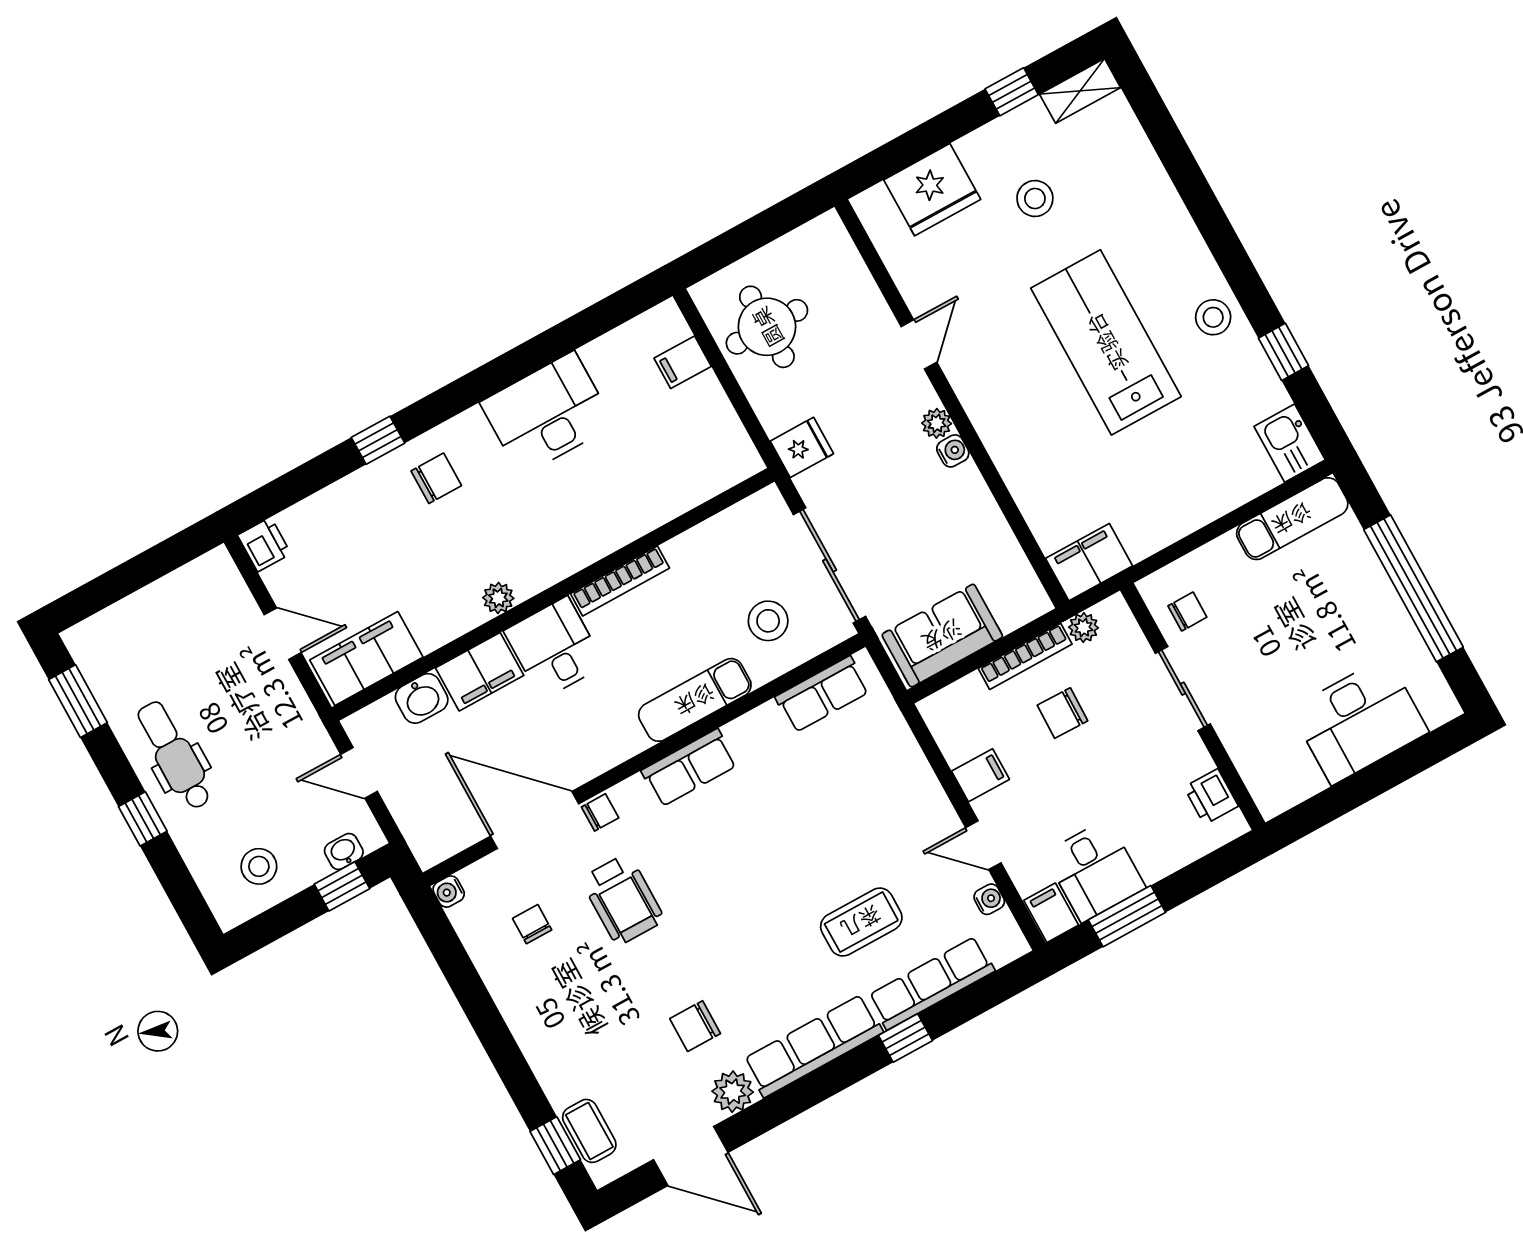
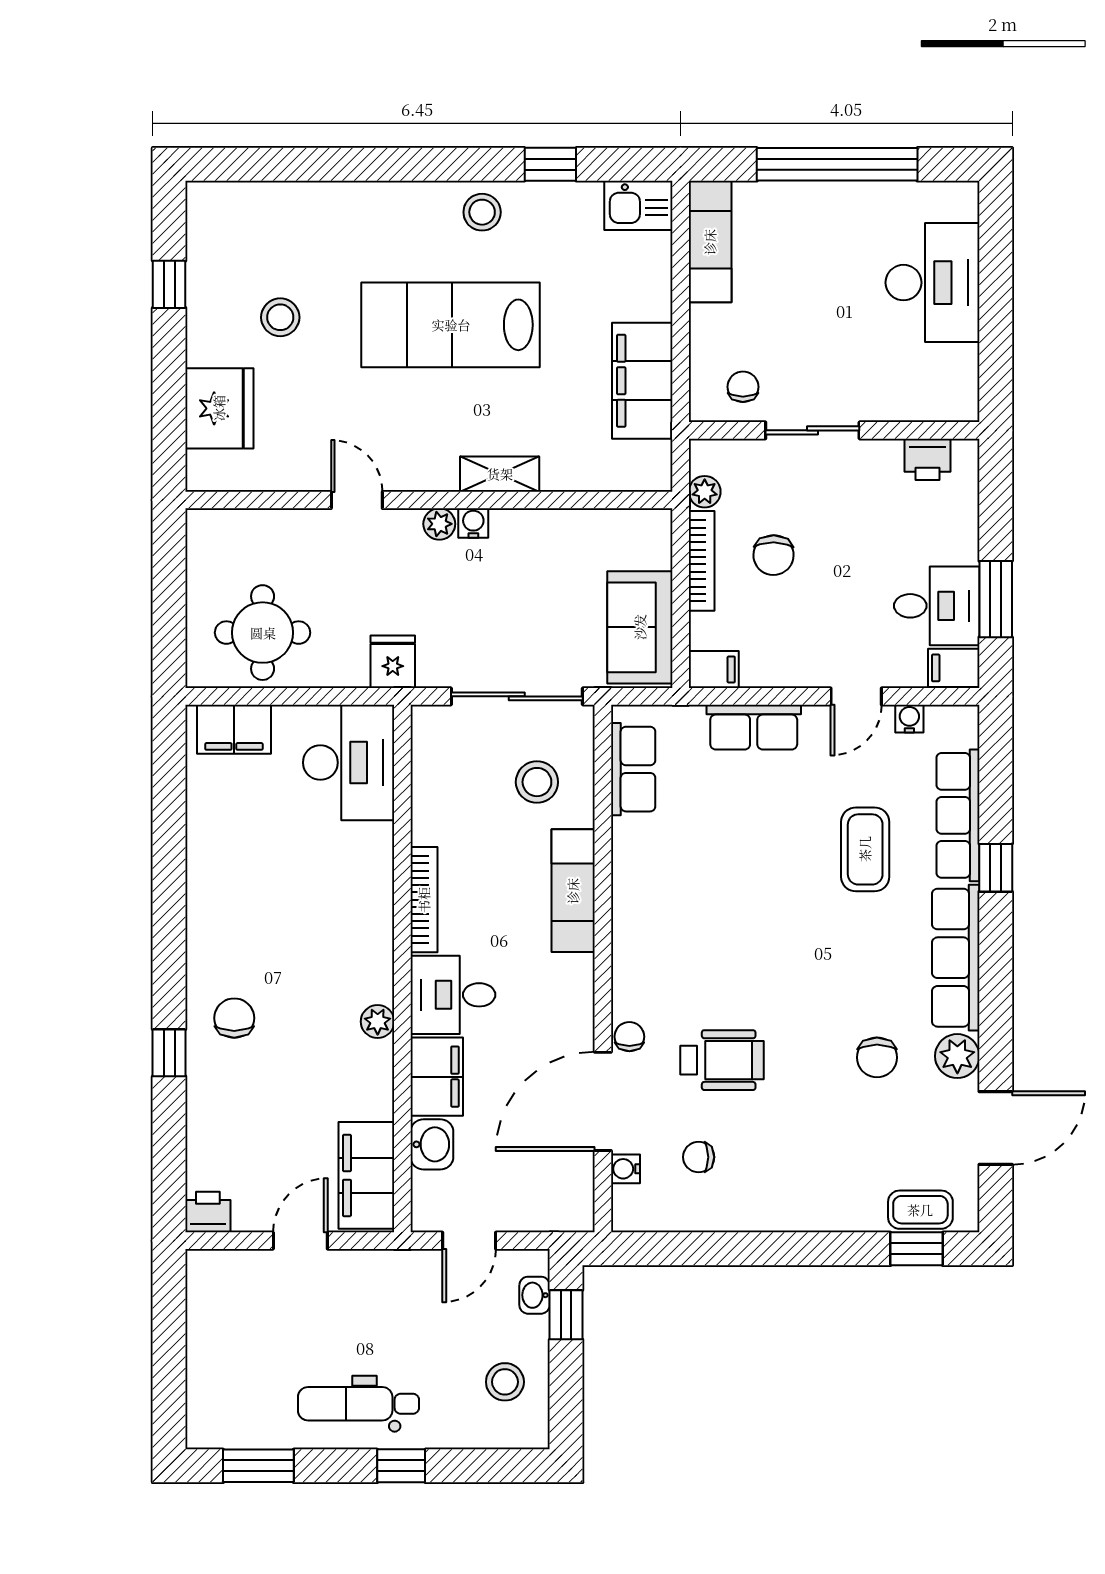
shelving: (1080, 91) -> (500, 474), moved, turned 90
filing cabinet: (683, 362) -> (234, 729), width x2.00
desk: (547, 414) -> (349, 763), moved, turned 180
filing cabinet: (1089, 562) -> (642, 381), moved, width x1.50, depth x1.17
row of seats: (689, 768) -> (754, 727), moved, turned 90
filing cabinet: (980, 775) -> (714, 669), moved, turned 90
water cooler: (449, 892) -> (625, 1169), moved, turned 90

